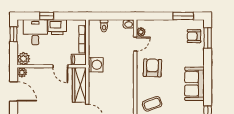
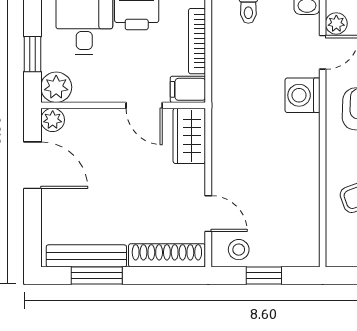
window: (14, 34) -> (32, 54), moved
washing machine: (96, 65) -> (303, 95), moved, turned 180
wardrobe: (79, 85) -> (189, 136), width x0.67

